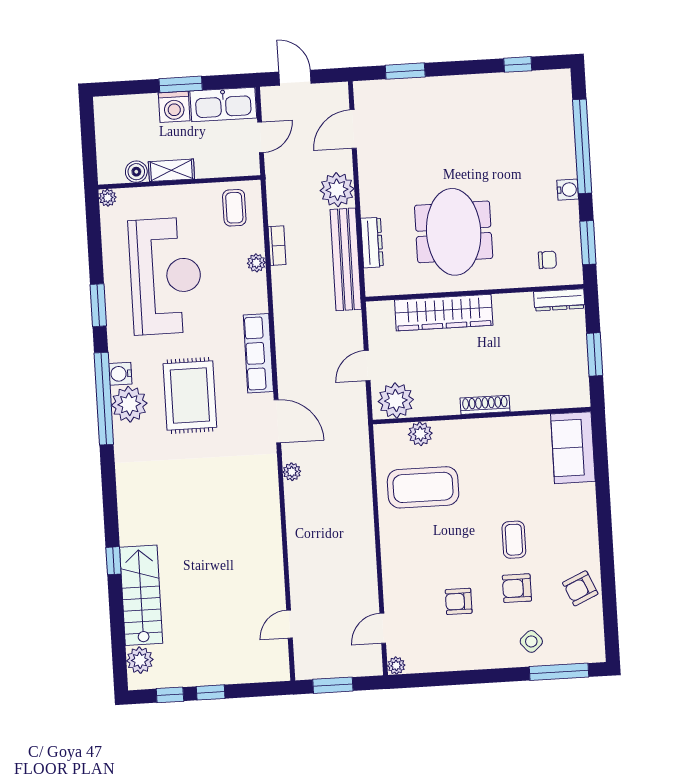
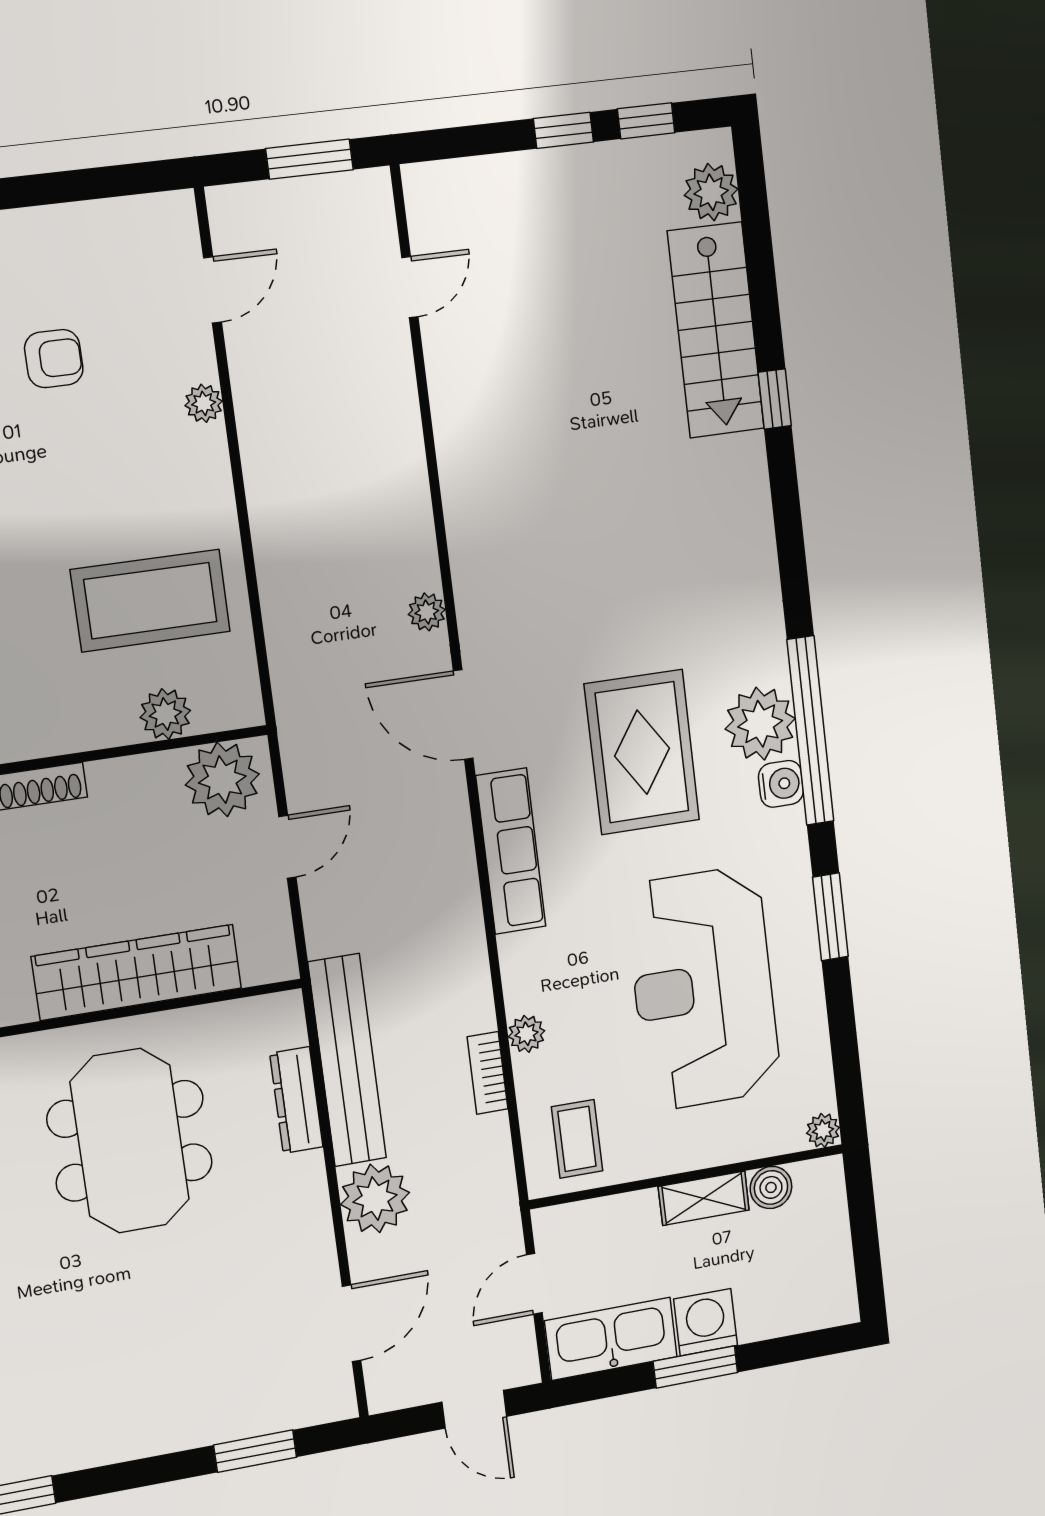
plant: (396, 666) -> (204, 403), moved

